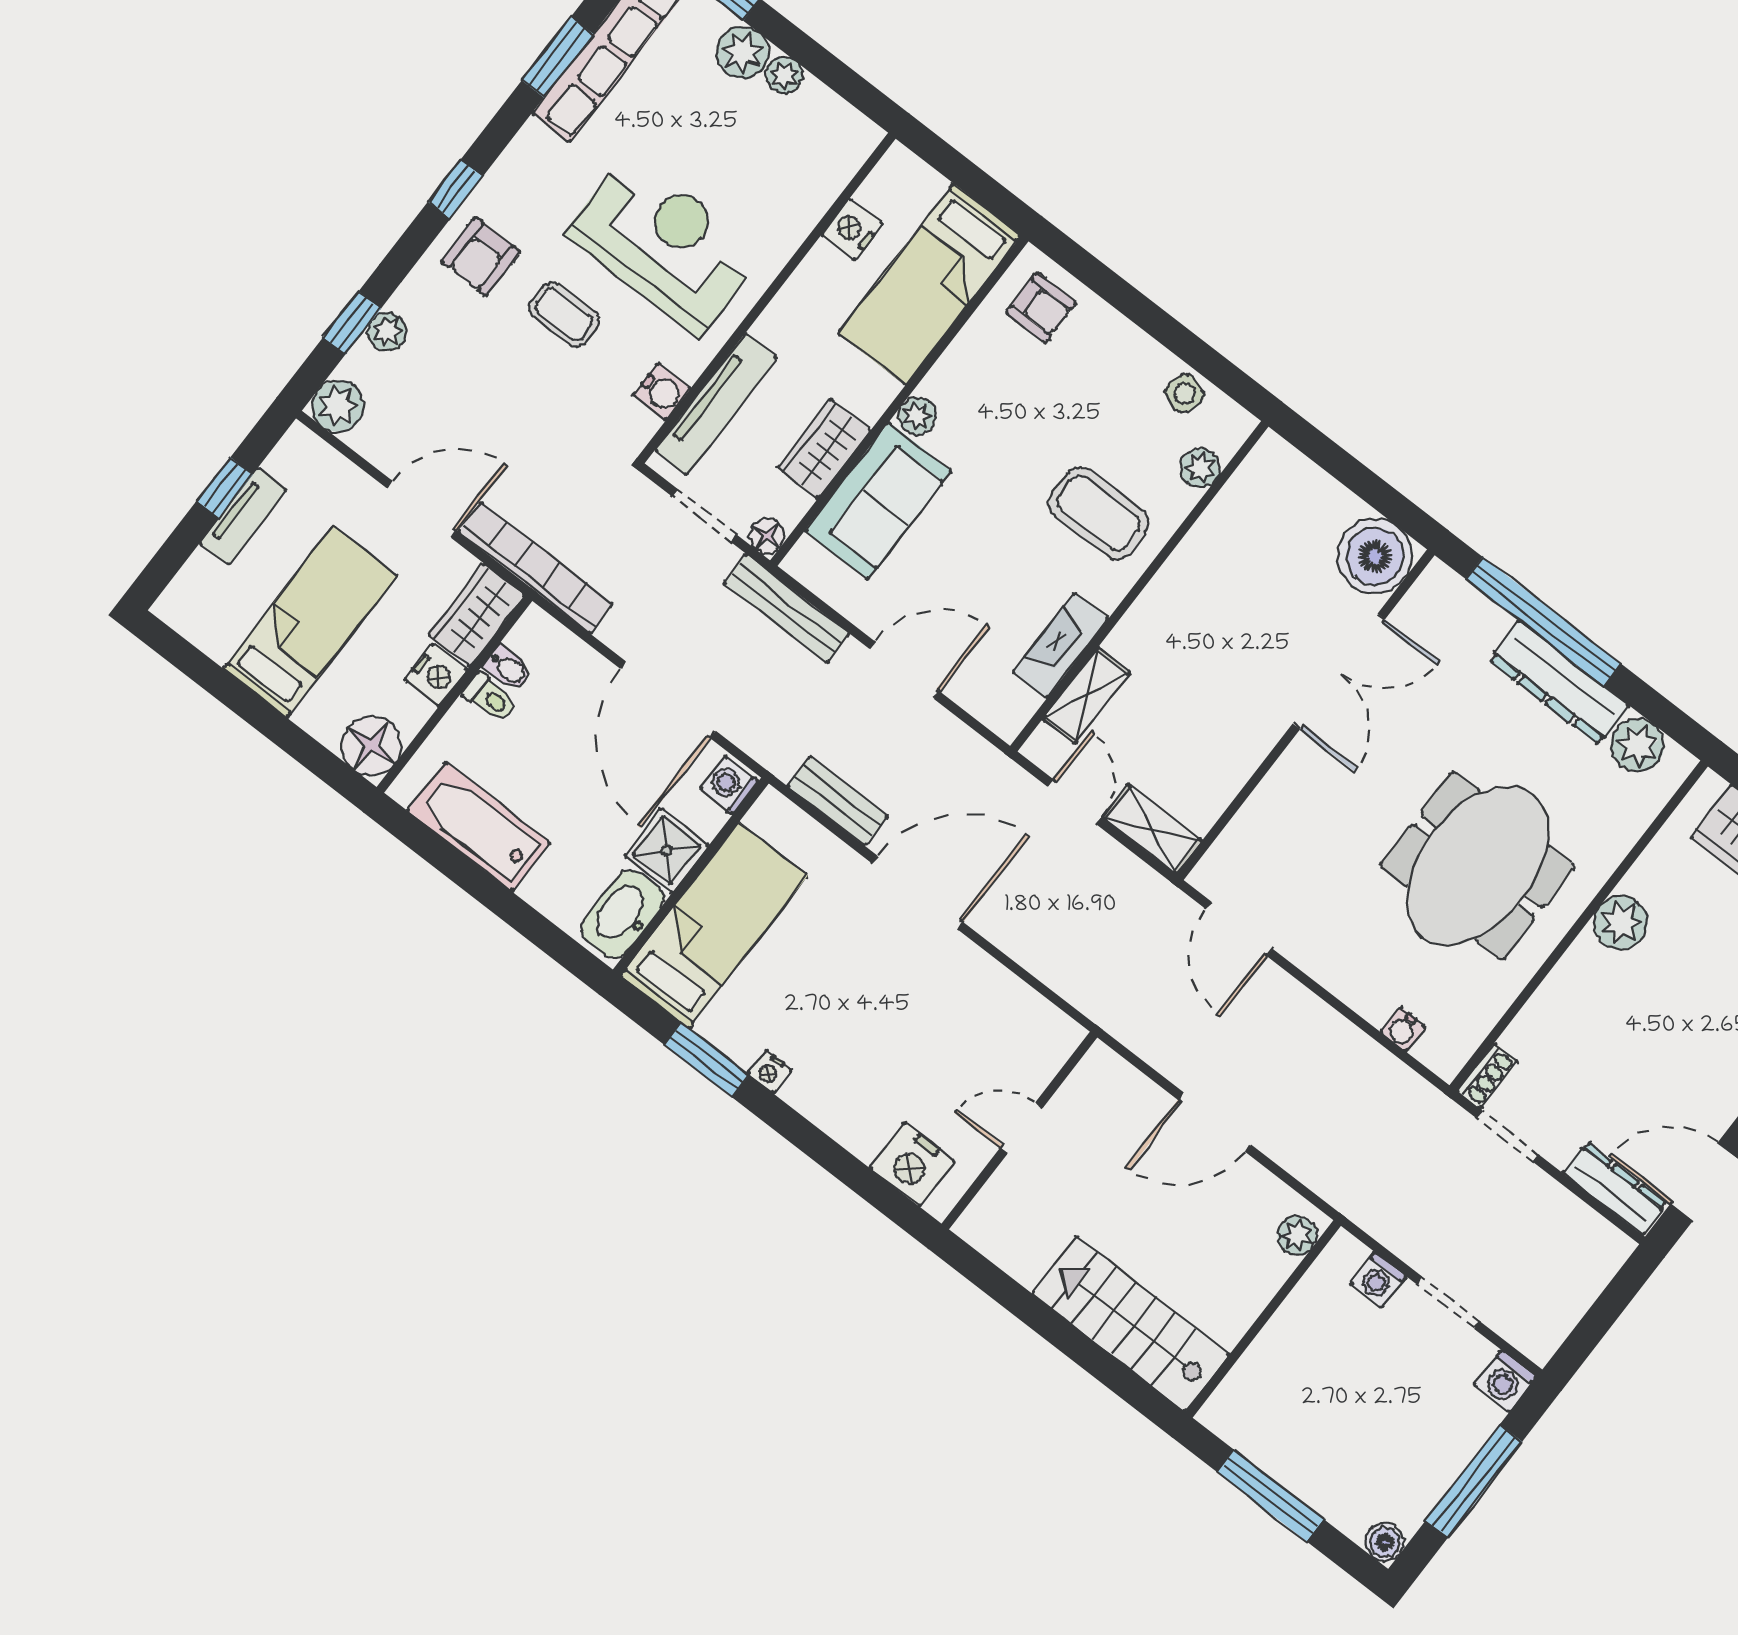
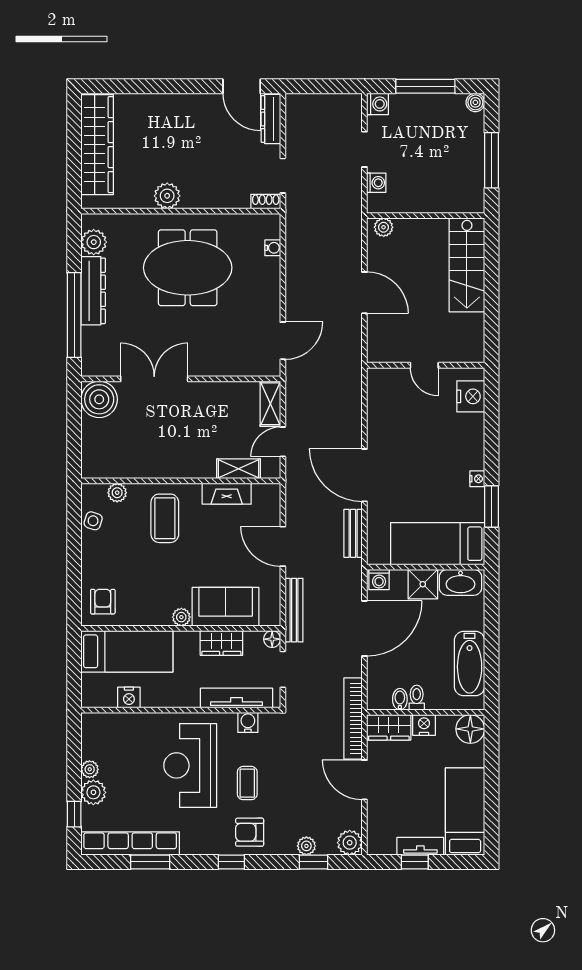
armchair: (481, 256) -> (250, 832), turned 180
bed: (310, 622) -> (465, 812), moved, turned 90

